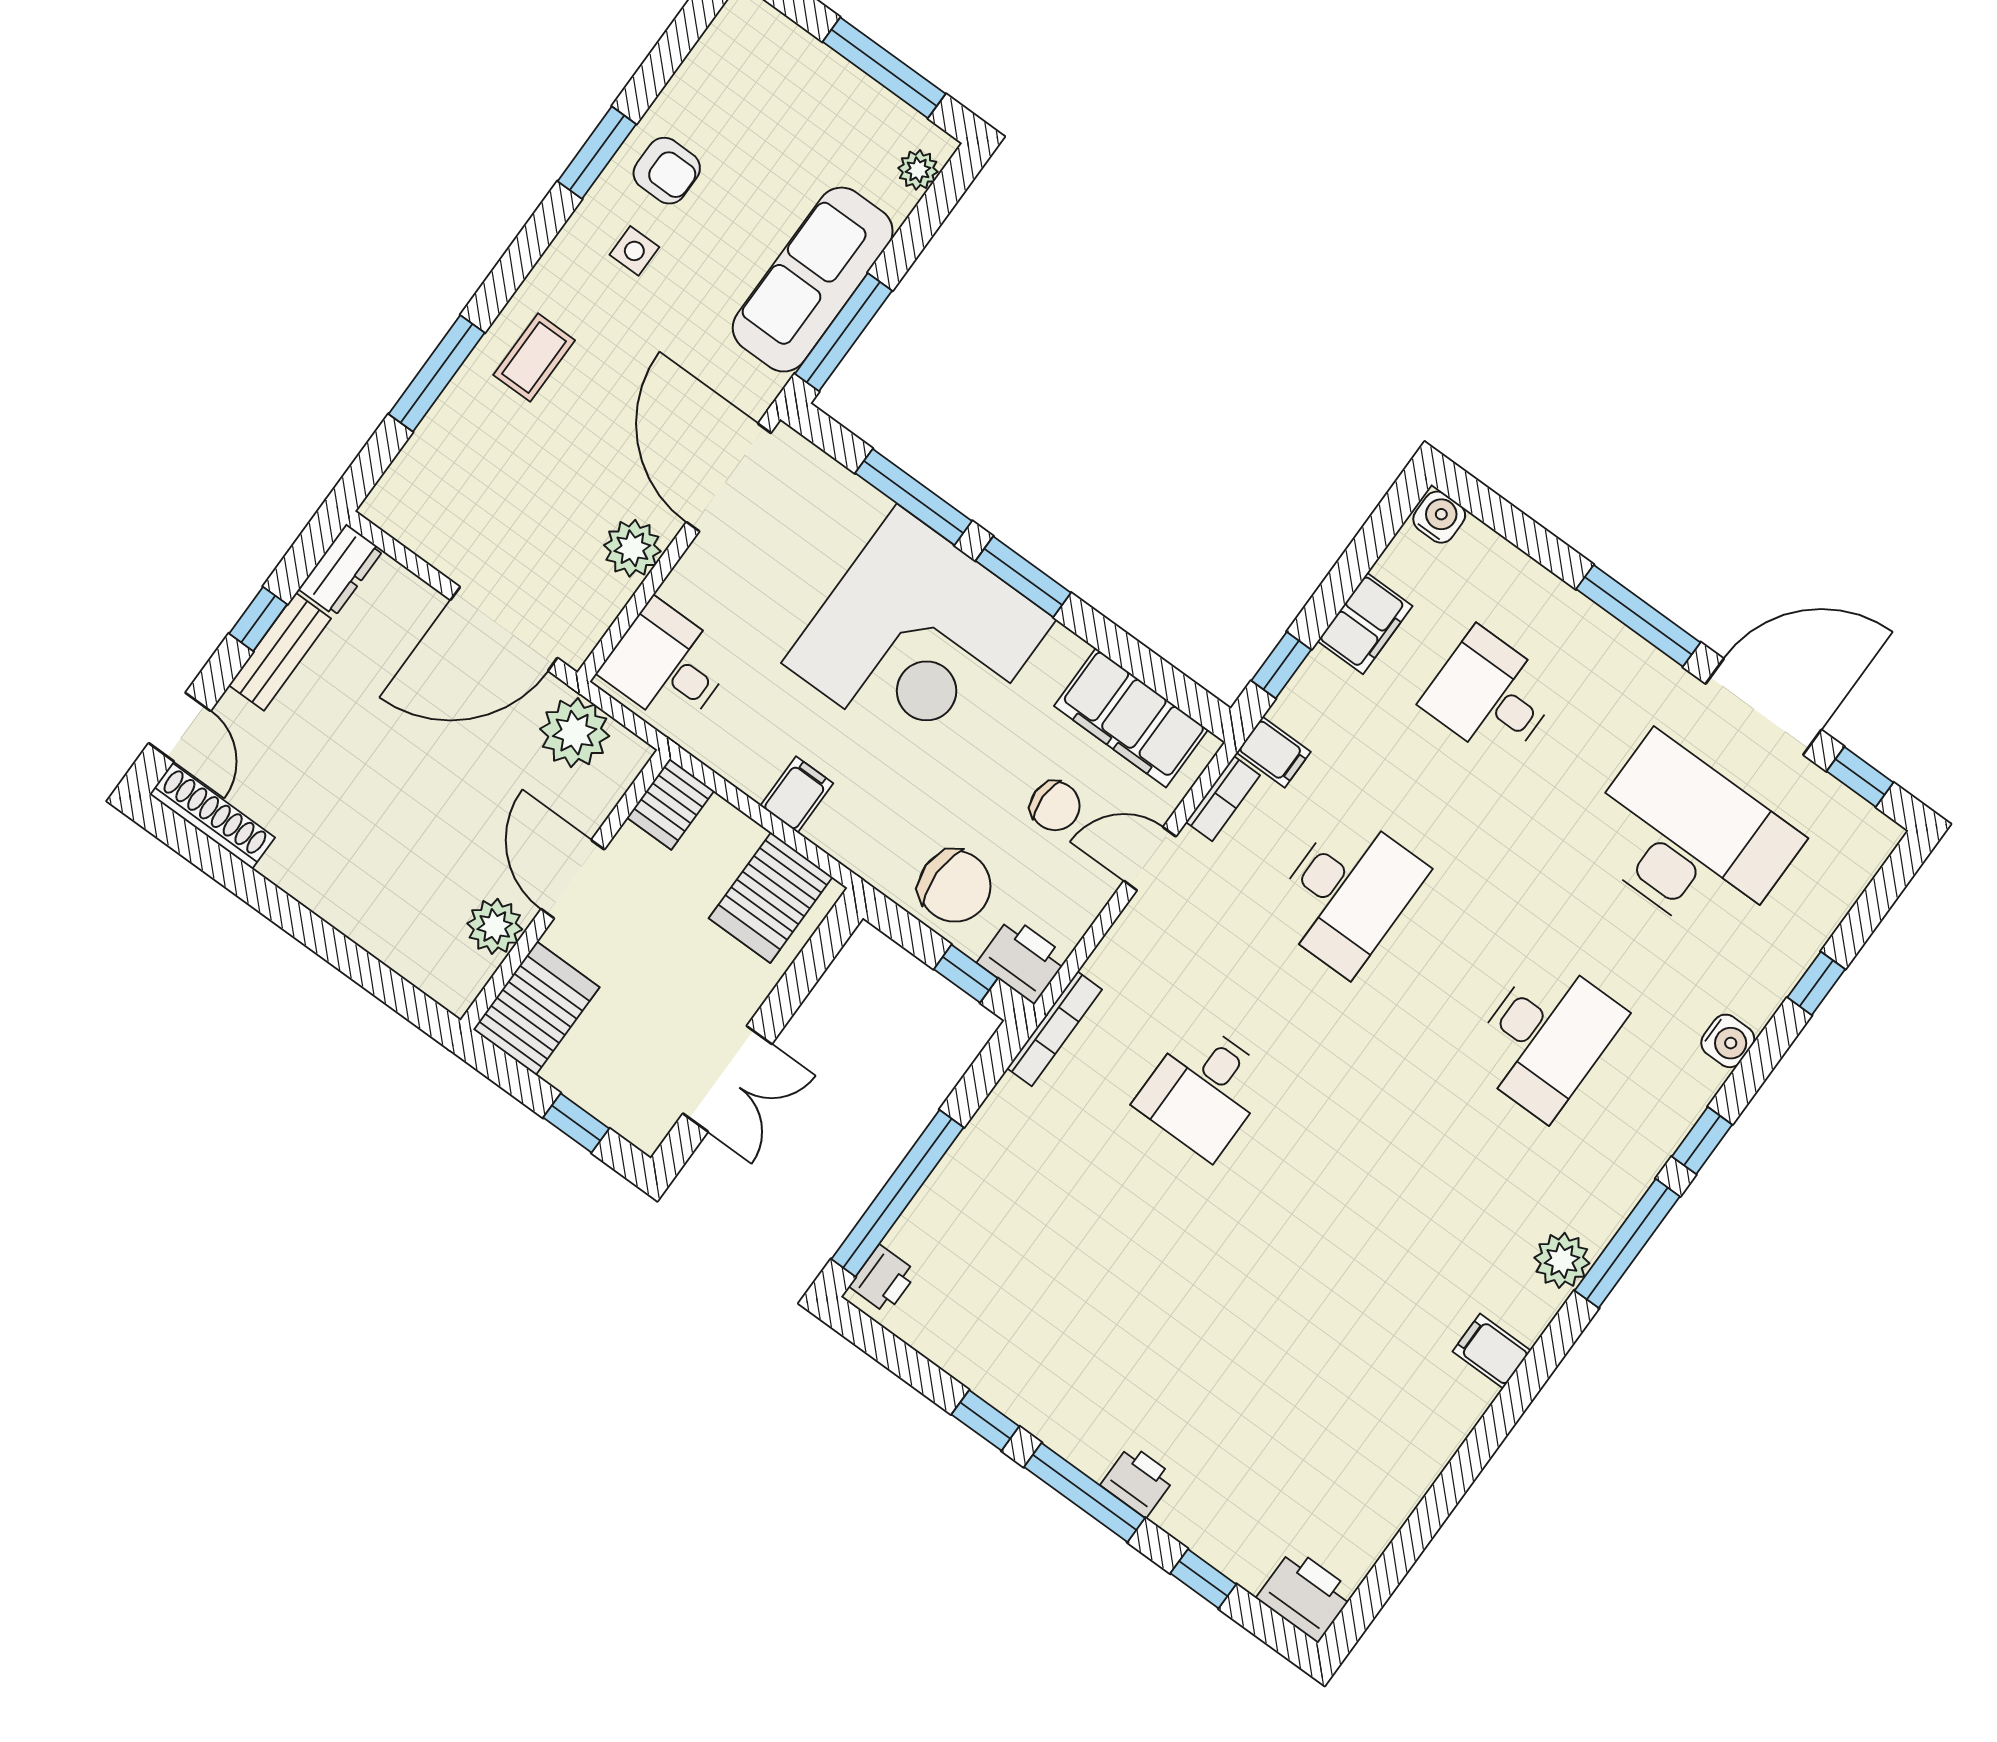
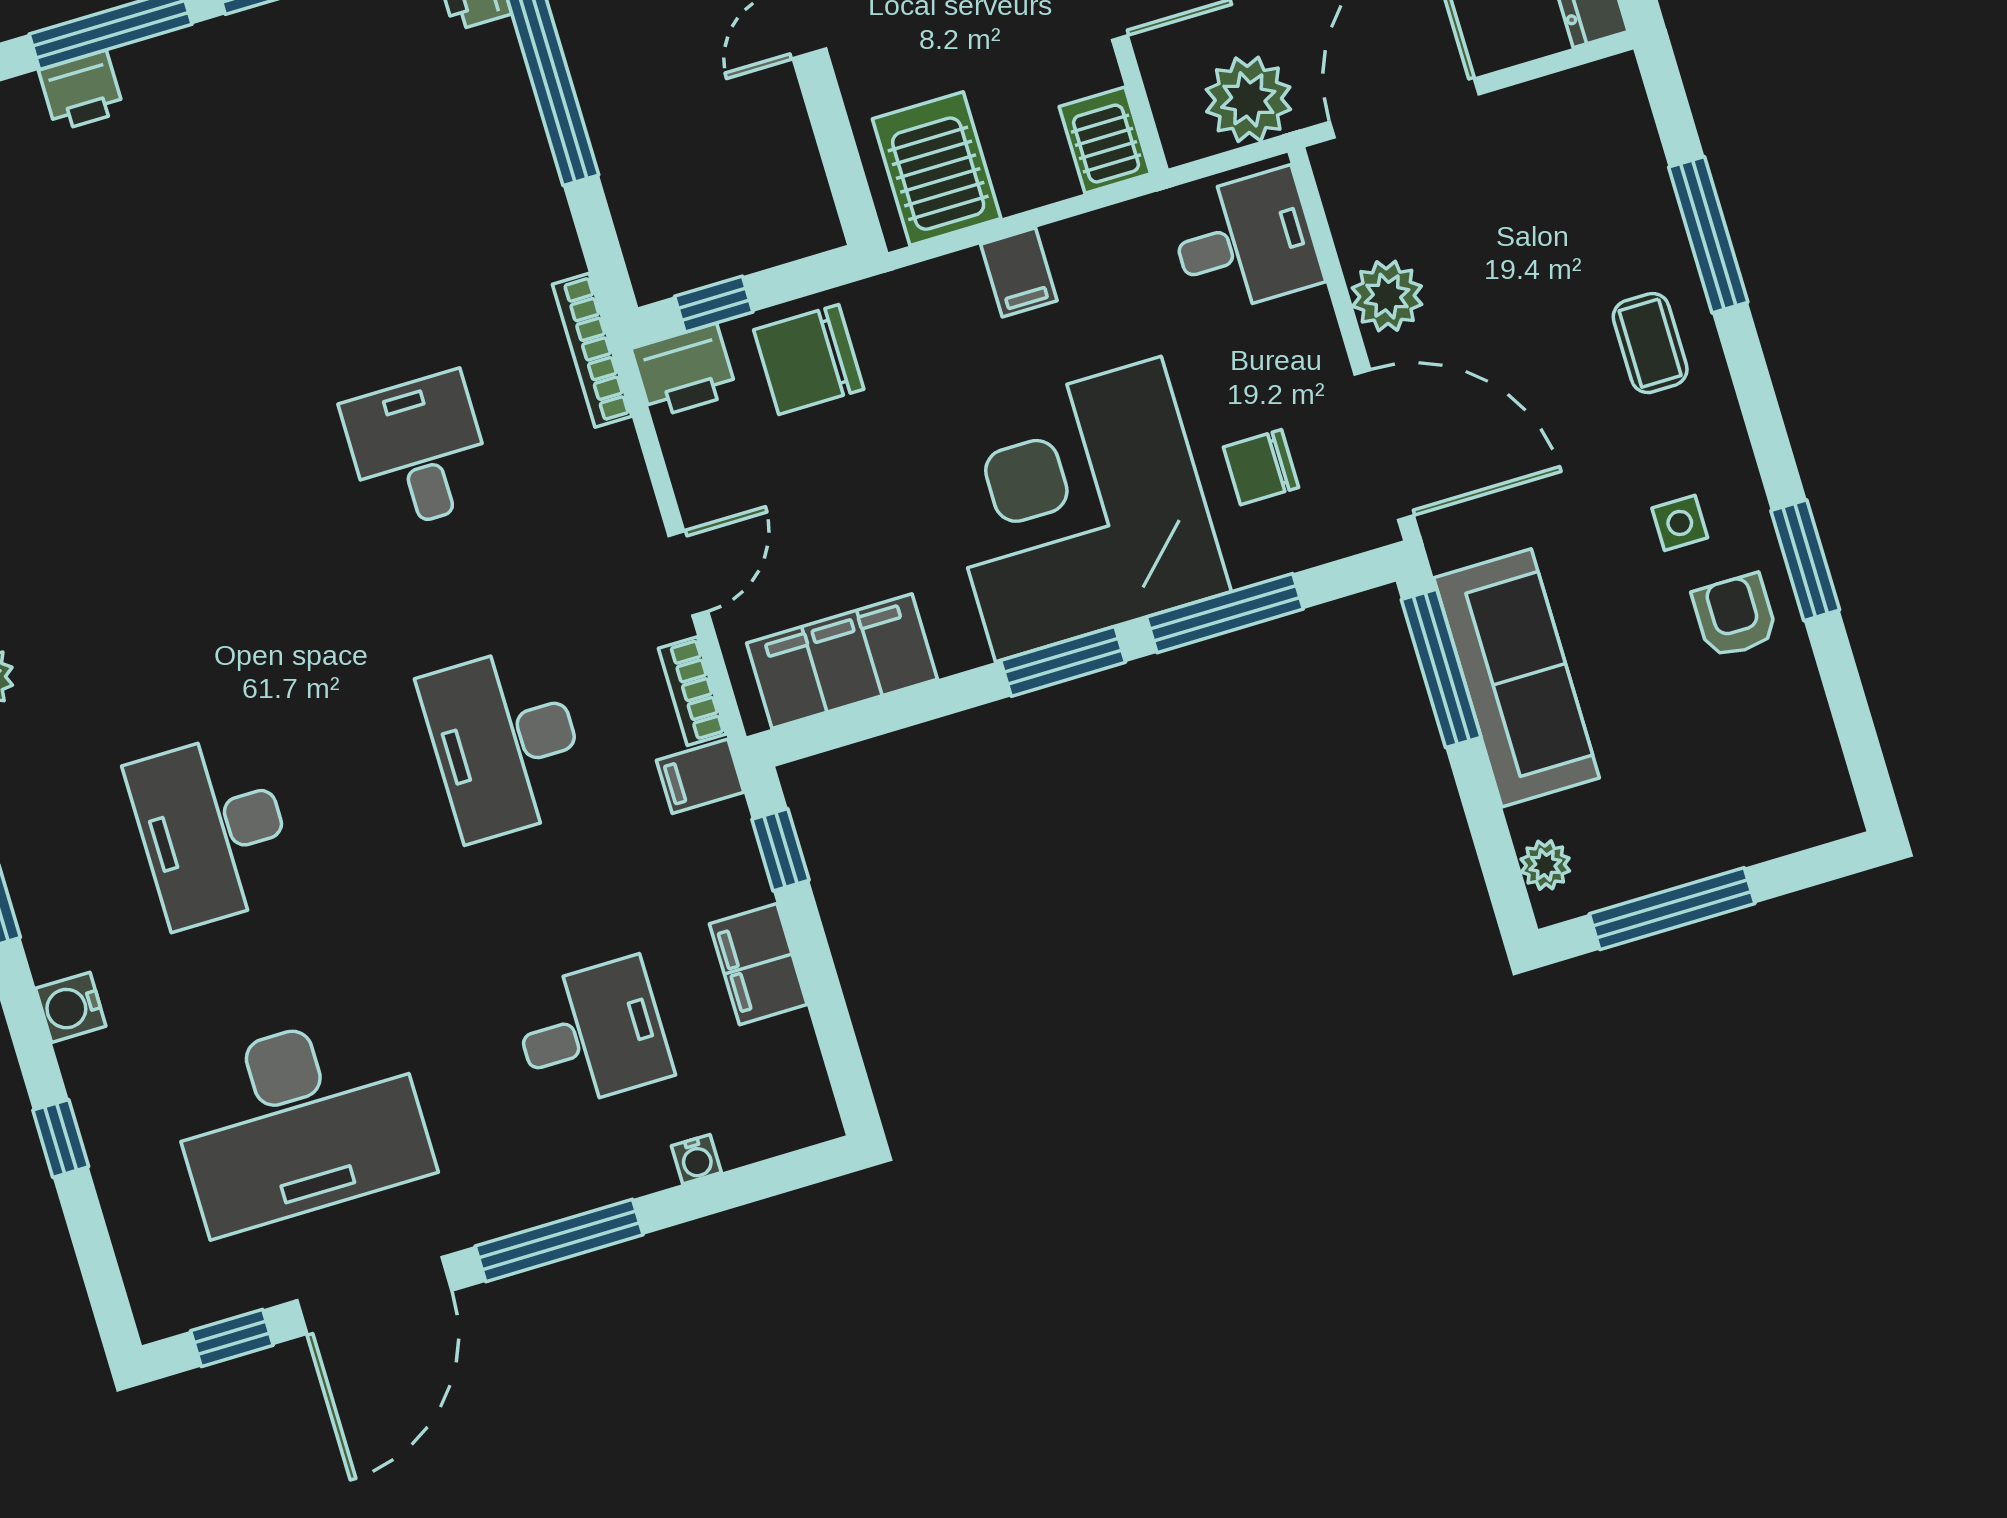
armchair: (667, 171) -> (1735, 616), turned 90
water cooler: (1439, 517) -> (696, 1159), moved, width x0.72, depth x0.72
chair: (1055, 806) -> (1261, 467), moved

